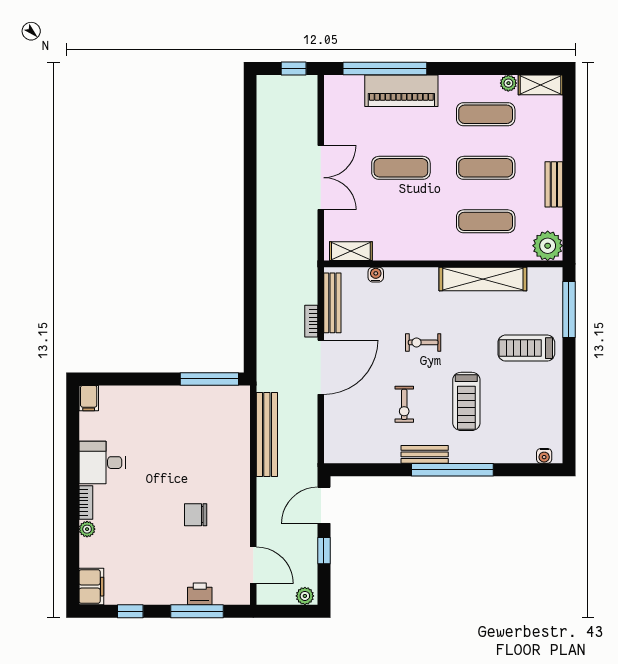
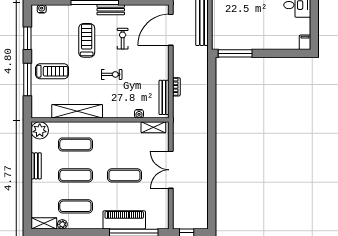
window: (569, 310) -> (27, 80), moved
door: (321, 367) -> (171, 30), moved
window: (569, 405) -> (27, 38), added

